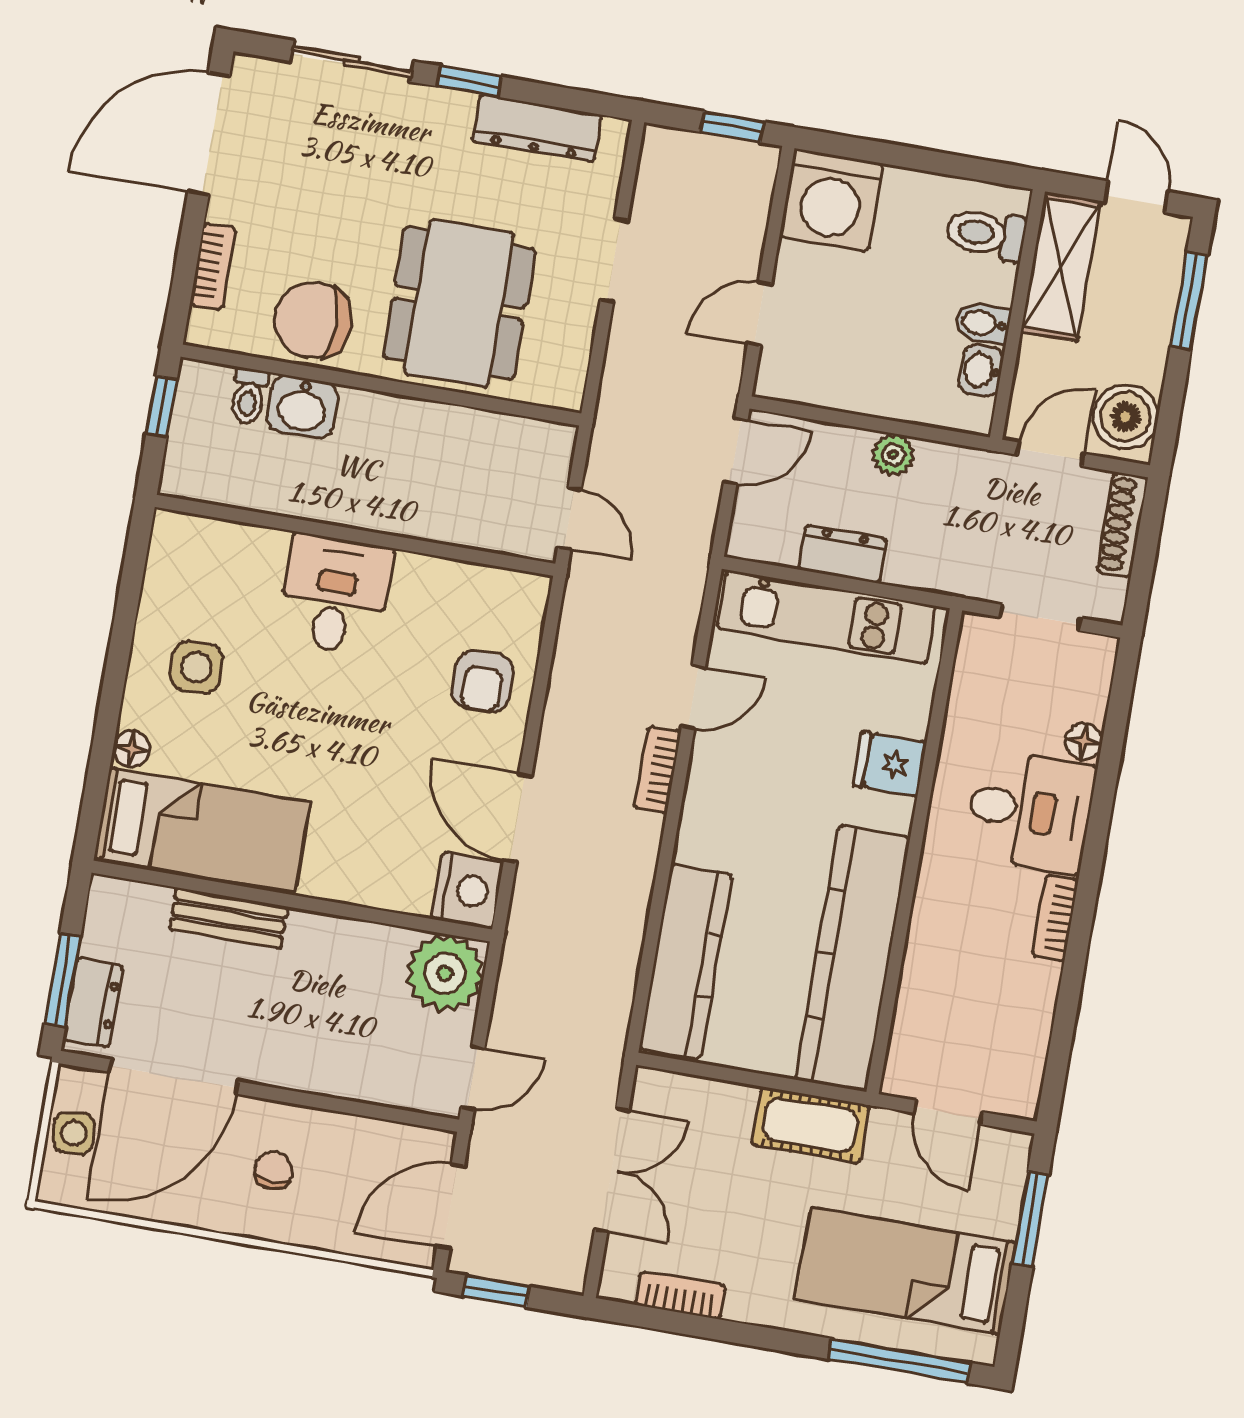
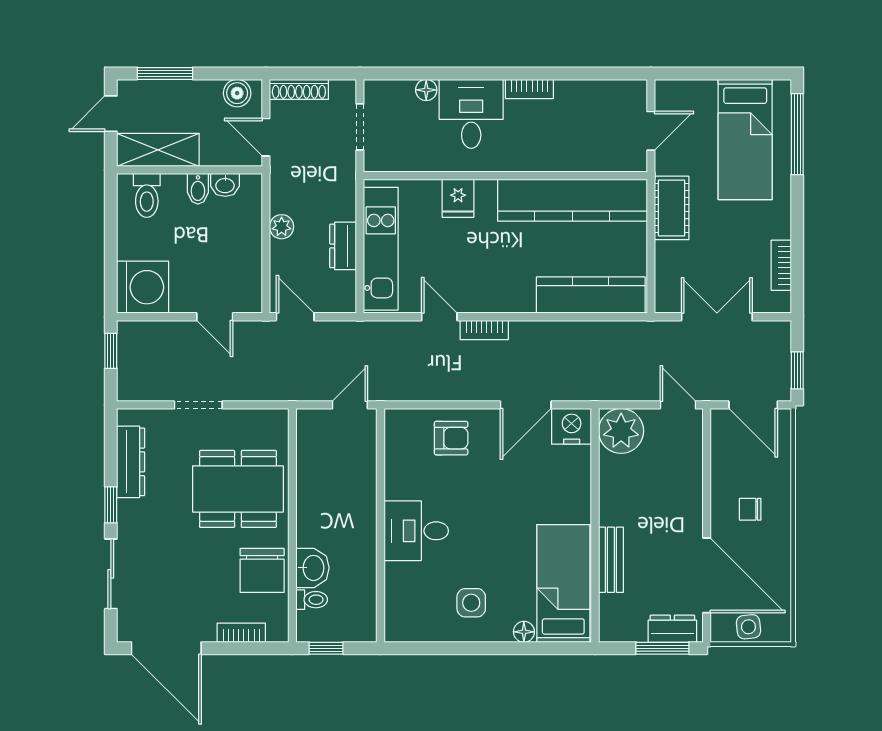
boiler: (1126, 417) -> (237, 93), width x0.73, depth x0.73
window: (1030, 1219) -> (704, 73), removed

